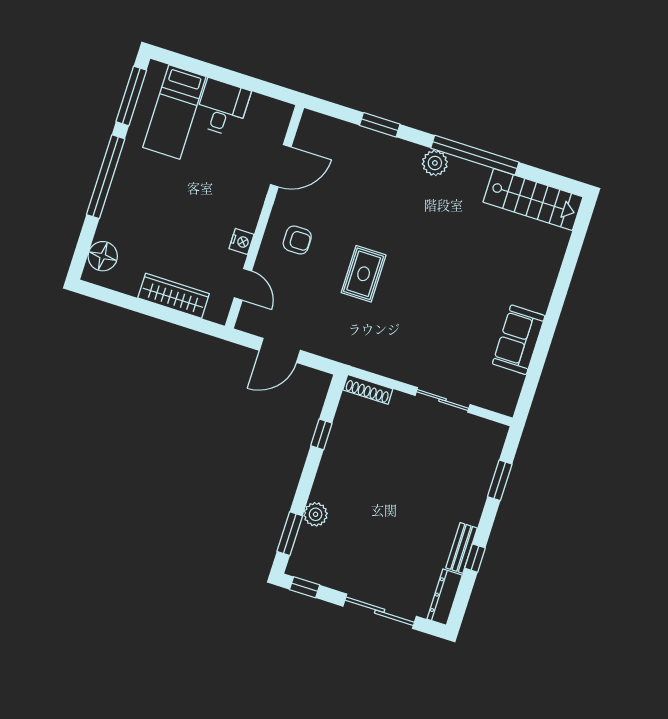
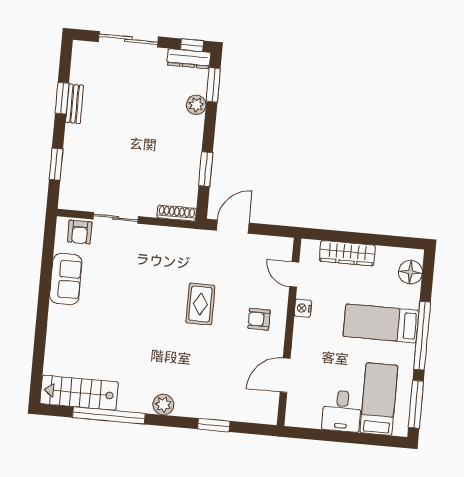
window: (475, 155) -> (109, 415), moved
bed: (152, 202) -> (381, 323), added
door: (280, 350) -> (233, 227), moved
armchair: (489, 393) -> (80, 232), added
window: (321, 434) -> (206, 169), width x1.50
window: (475, 558) -> (62, 98), width x1.50
dresser: (445, 597) -> (189, 59), moved, turned 90

